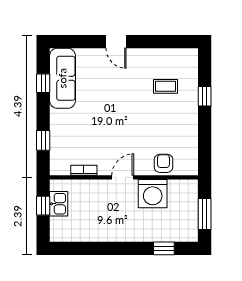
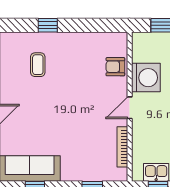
bookcase: (84, 170) -> (122, 147), width x1.56
door: (123, 177) -> (130, 108), hinge flipped

